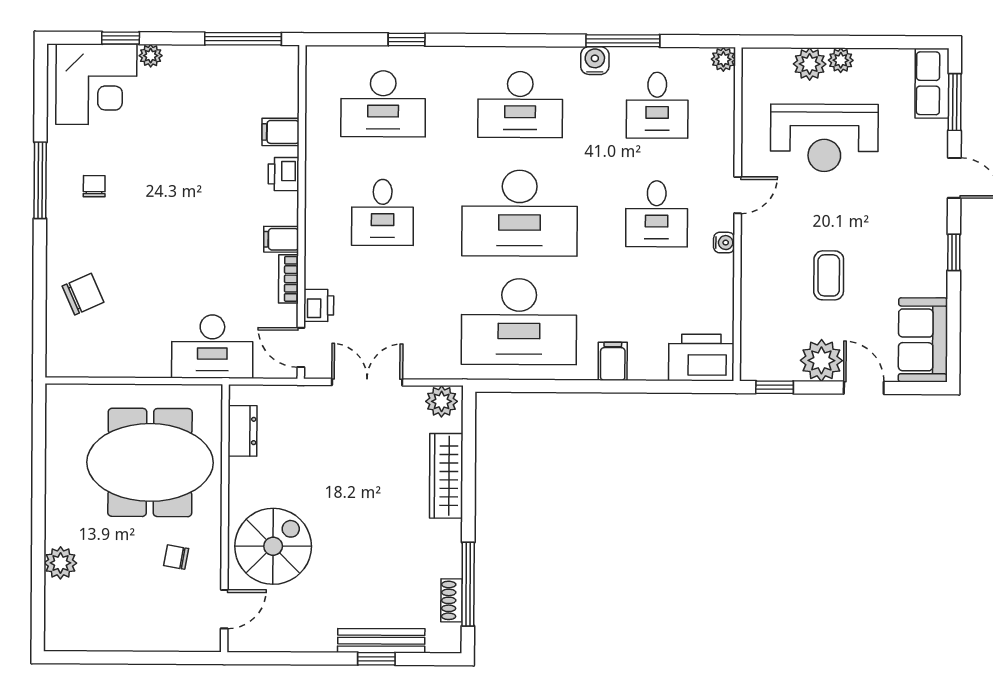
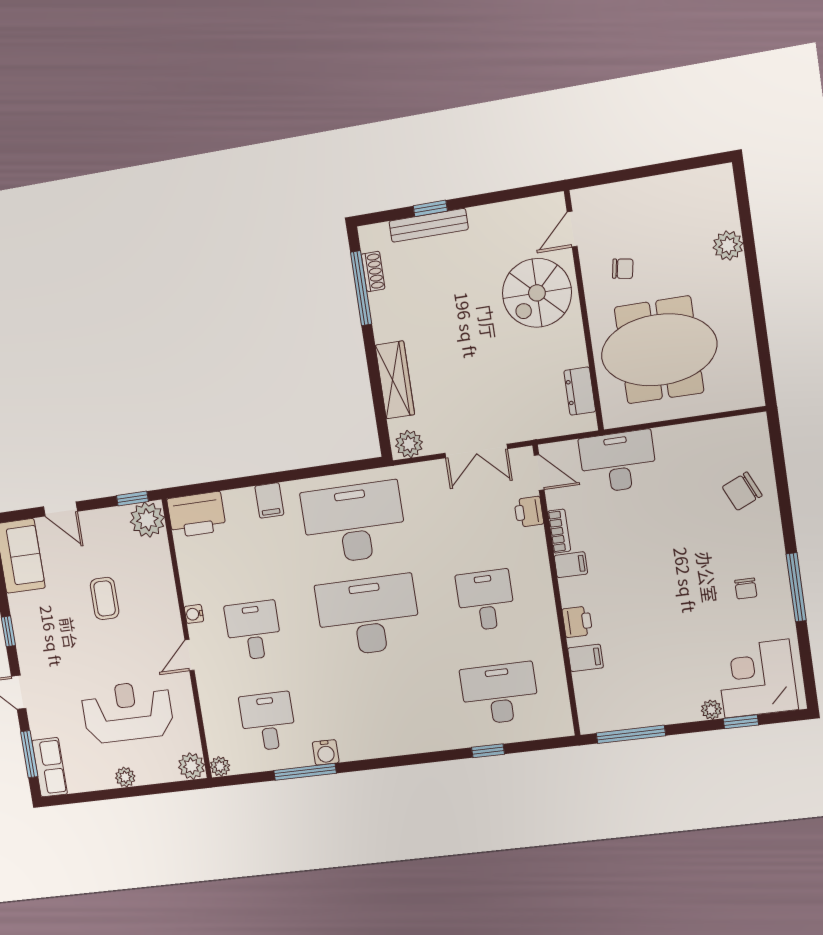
plant: (810, 64) -> (191, 766), moved
desk: (520, 104) -> (382, 708), removed
plant: (821, 360) -> (147, 520), moved

